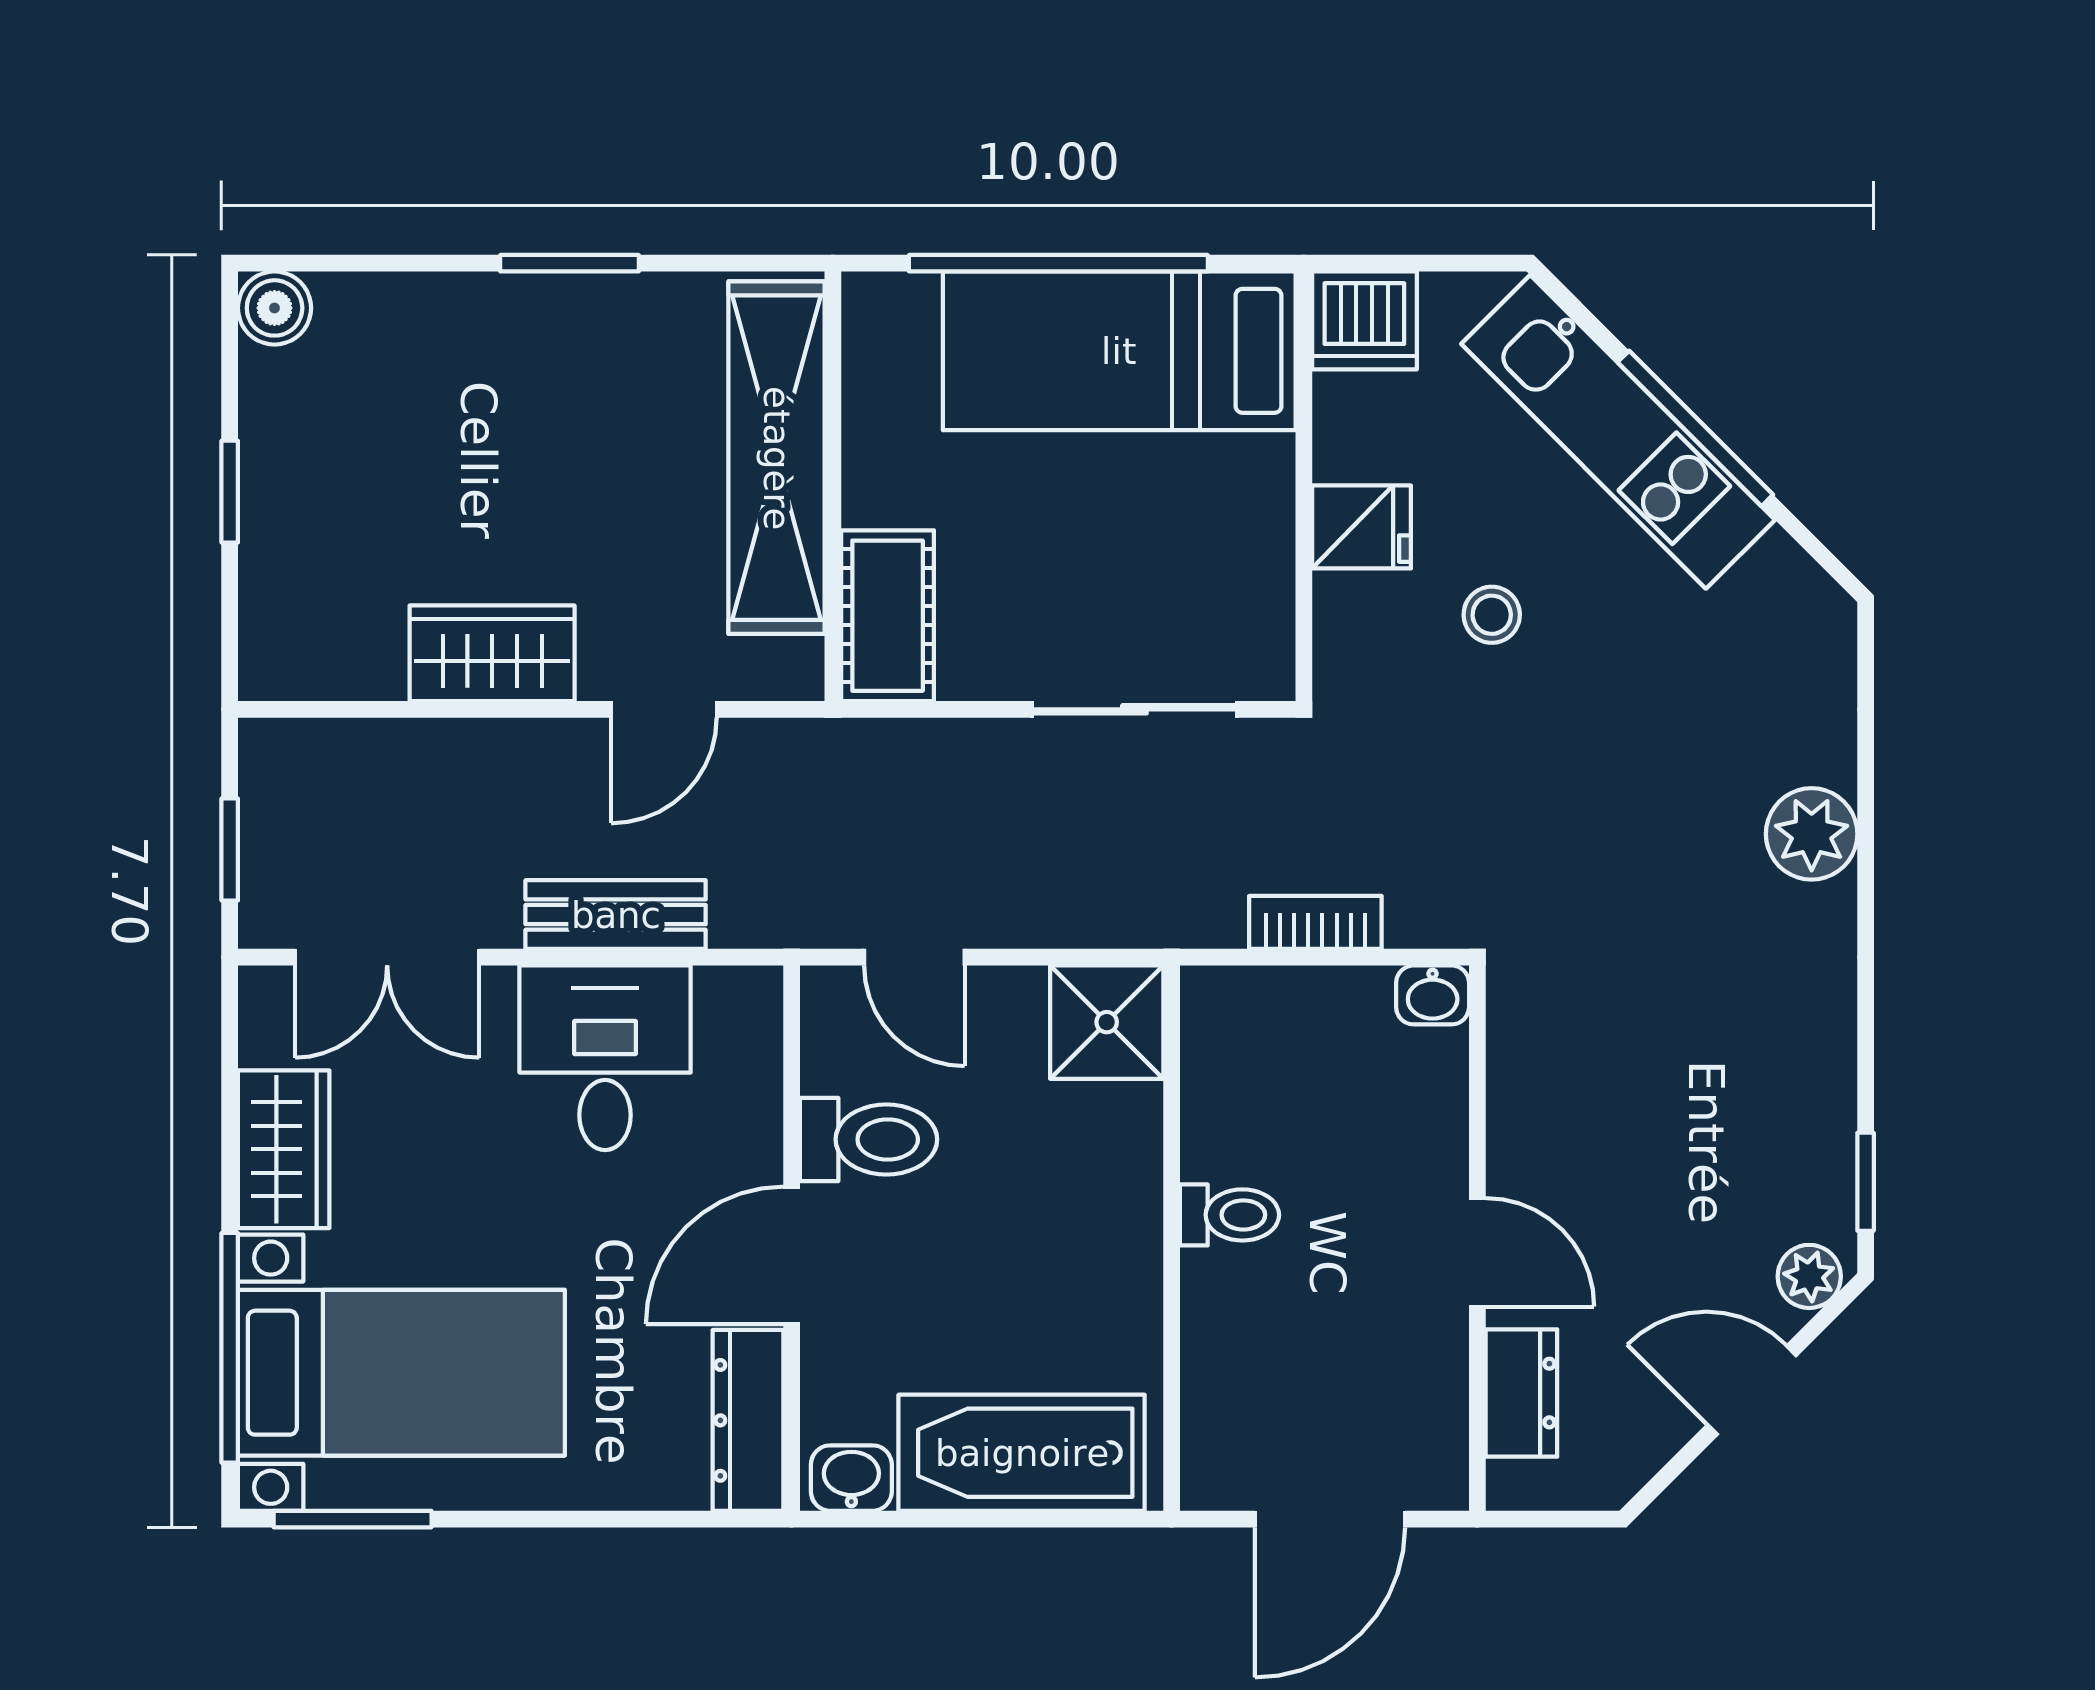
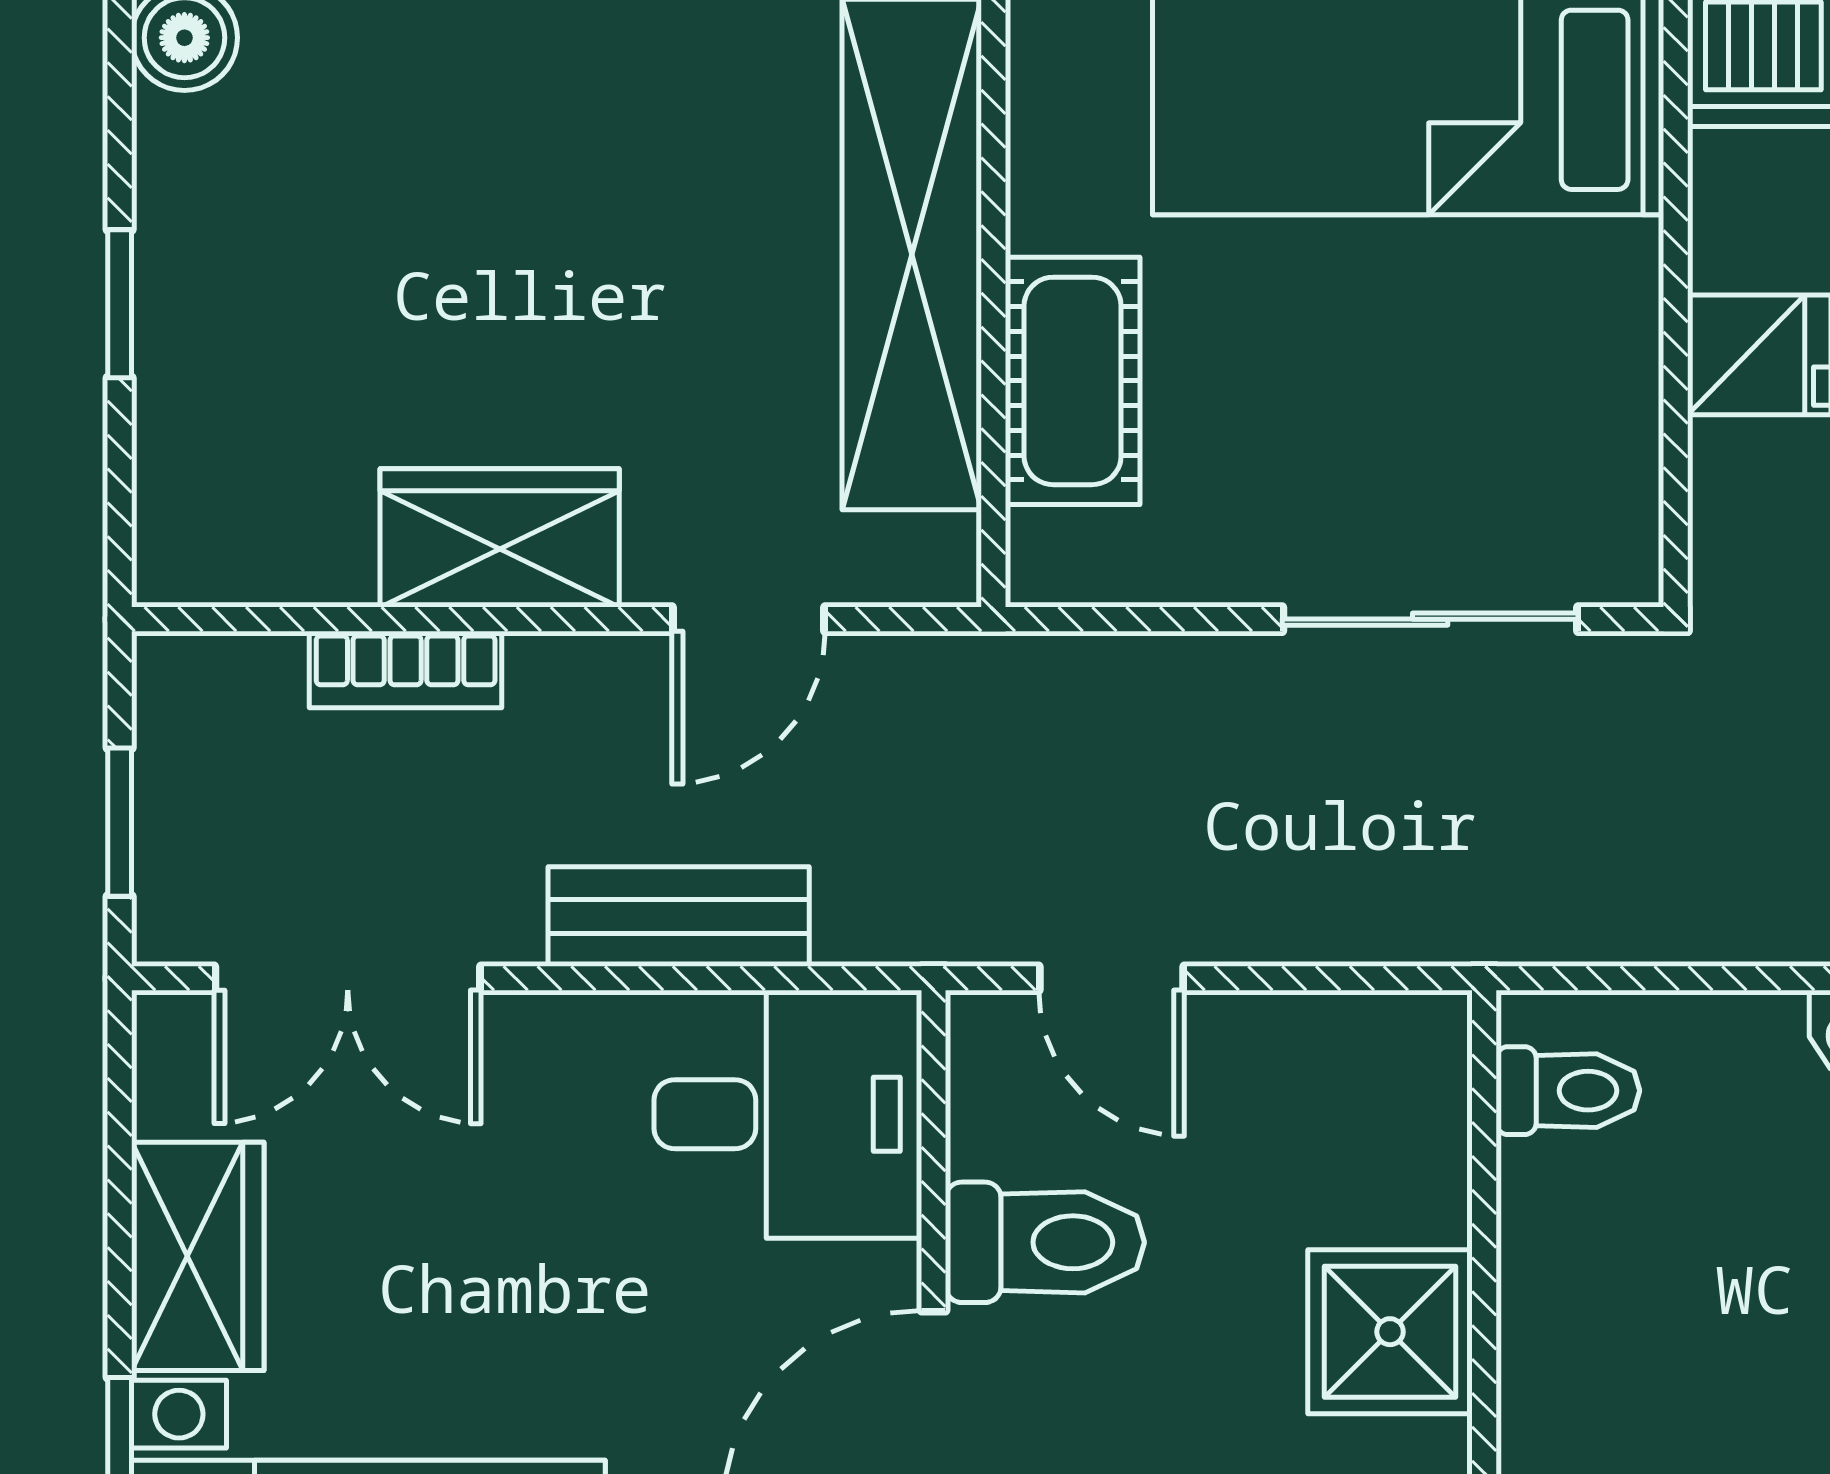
cot: (888, 616) -> (1073, 381), moved
bookcase: (1315, 922) -> (406, 670), moved, turned 180
shower: (1107, 1022) -> (1390, 1332), moved
desk: (605, 1058) -> (788, 1114), moved, turned 90
toilet: (1229, 1215) -> (1568, 1091), moved

